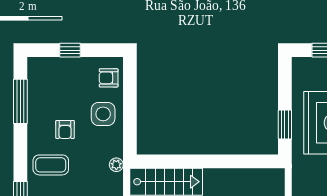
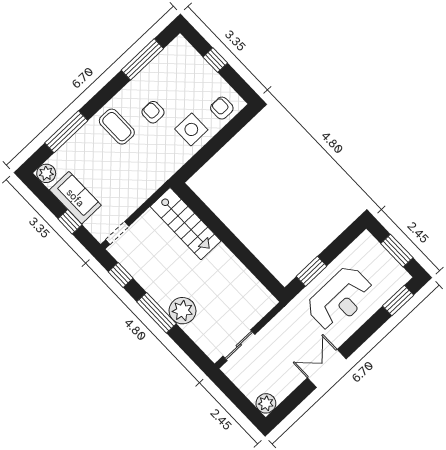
armchair: (65, 130) -> (153, 112), turned 90
plant: (116, 165) -> (163, 175), removed

